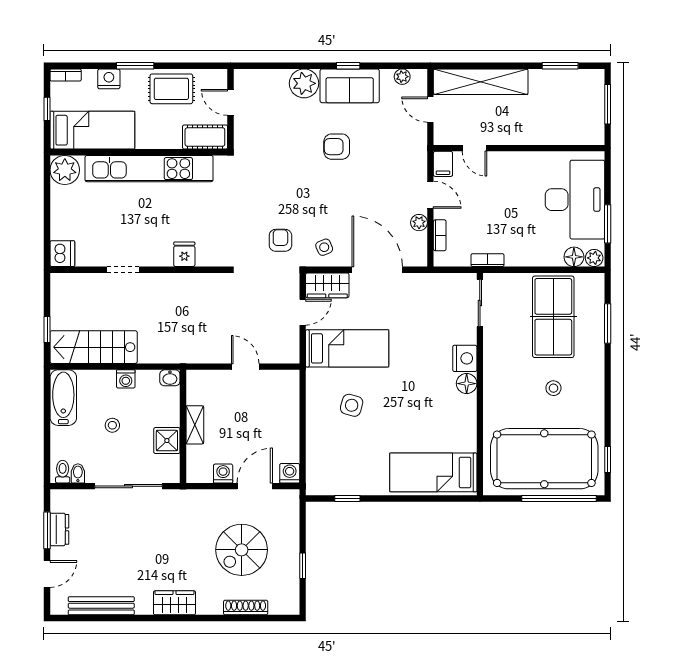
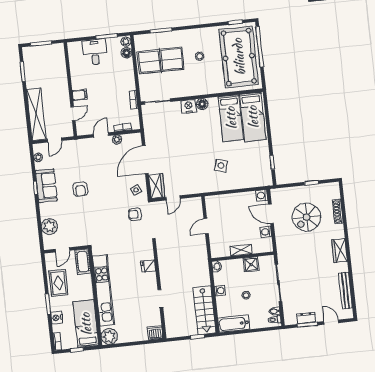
plant: (304, 83) -> (49, 227), moved
filing cabinet: (443, 164) -> (80, 95), moved
desk: (575, 200) -> (95, 52), width x0.53, depth x0.77
door: (303, 312) -> (173, 198), swing flipped
bed: (347, 348) -> (231, 118), moved, turned 180
spiral stairs: (242, 550) -> (307, 217), turned 90

